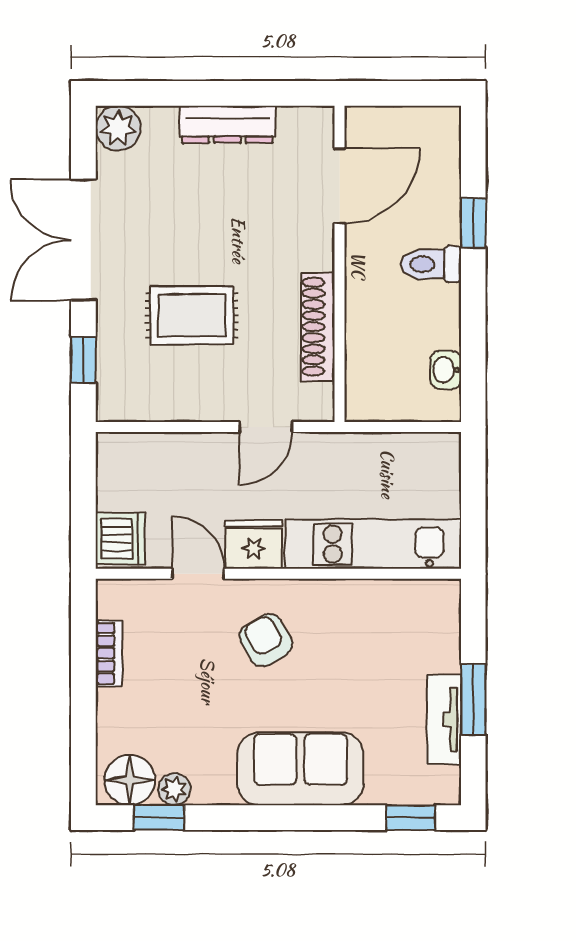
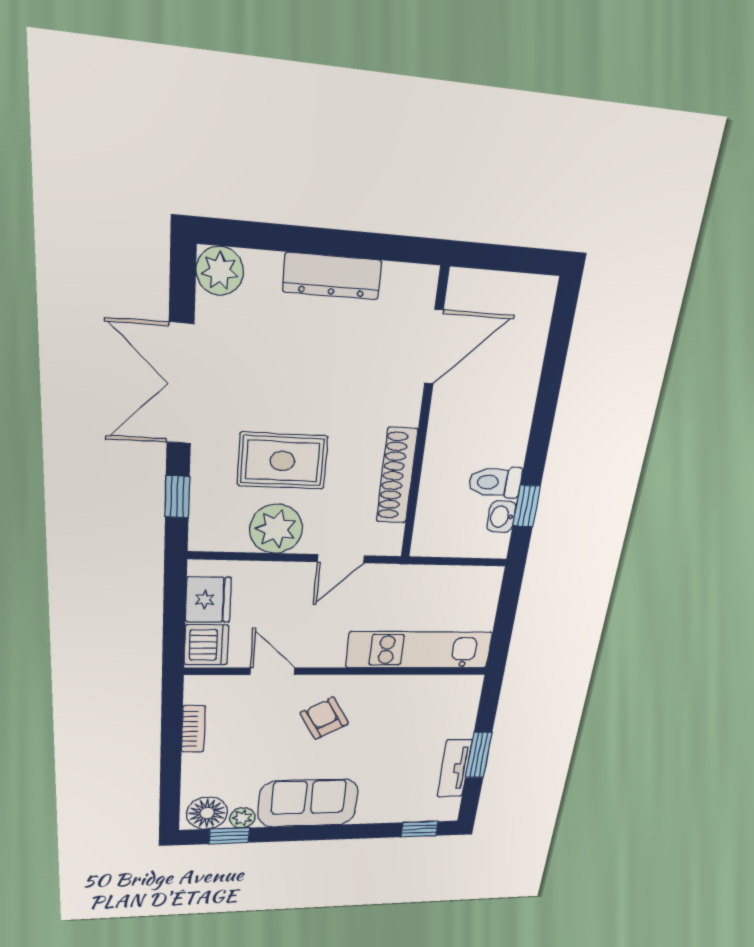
window: (473, 223) -> (527, 506), moved
toilet: (431, 264) -> (495, 482), moved
plant: (190, 393) -> (276, 529), added
fridge: (254, 544) -> (208, 600), moved, turned 90
sofa: (300, 769) -> (308, 803), moved

